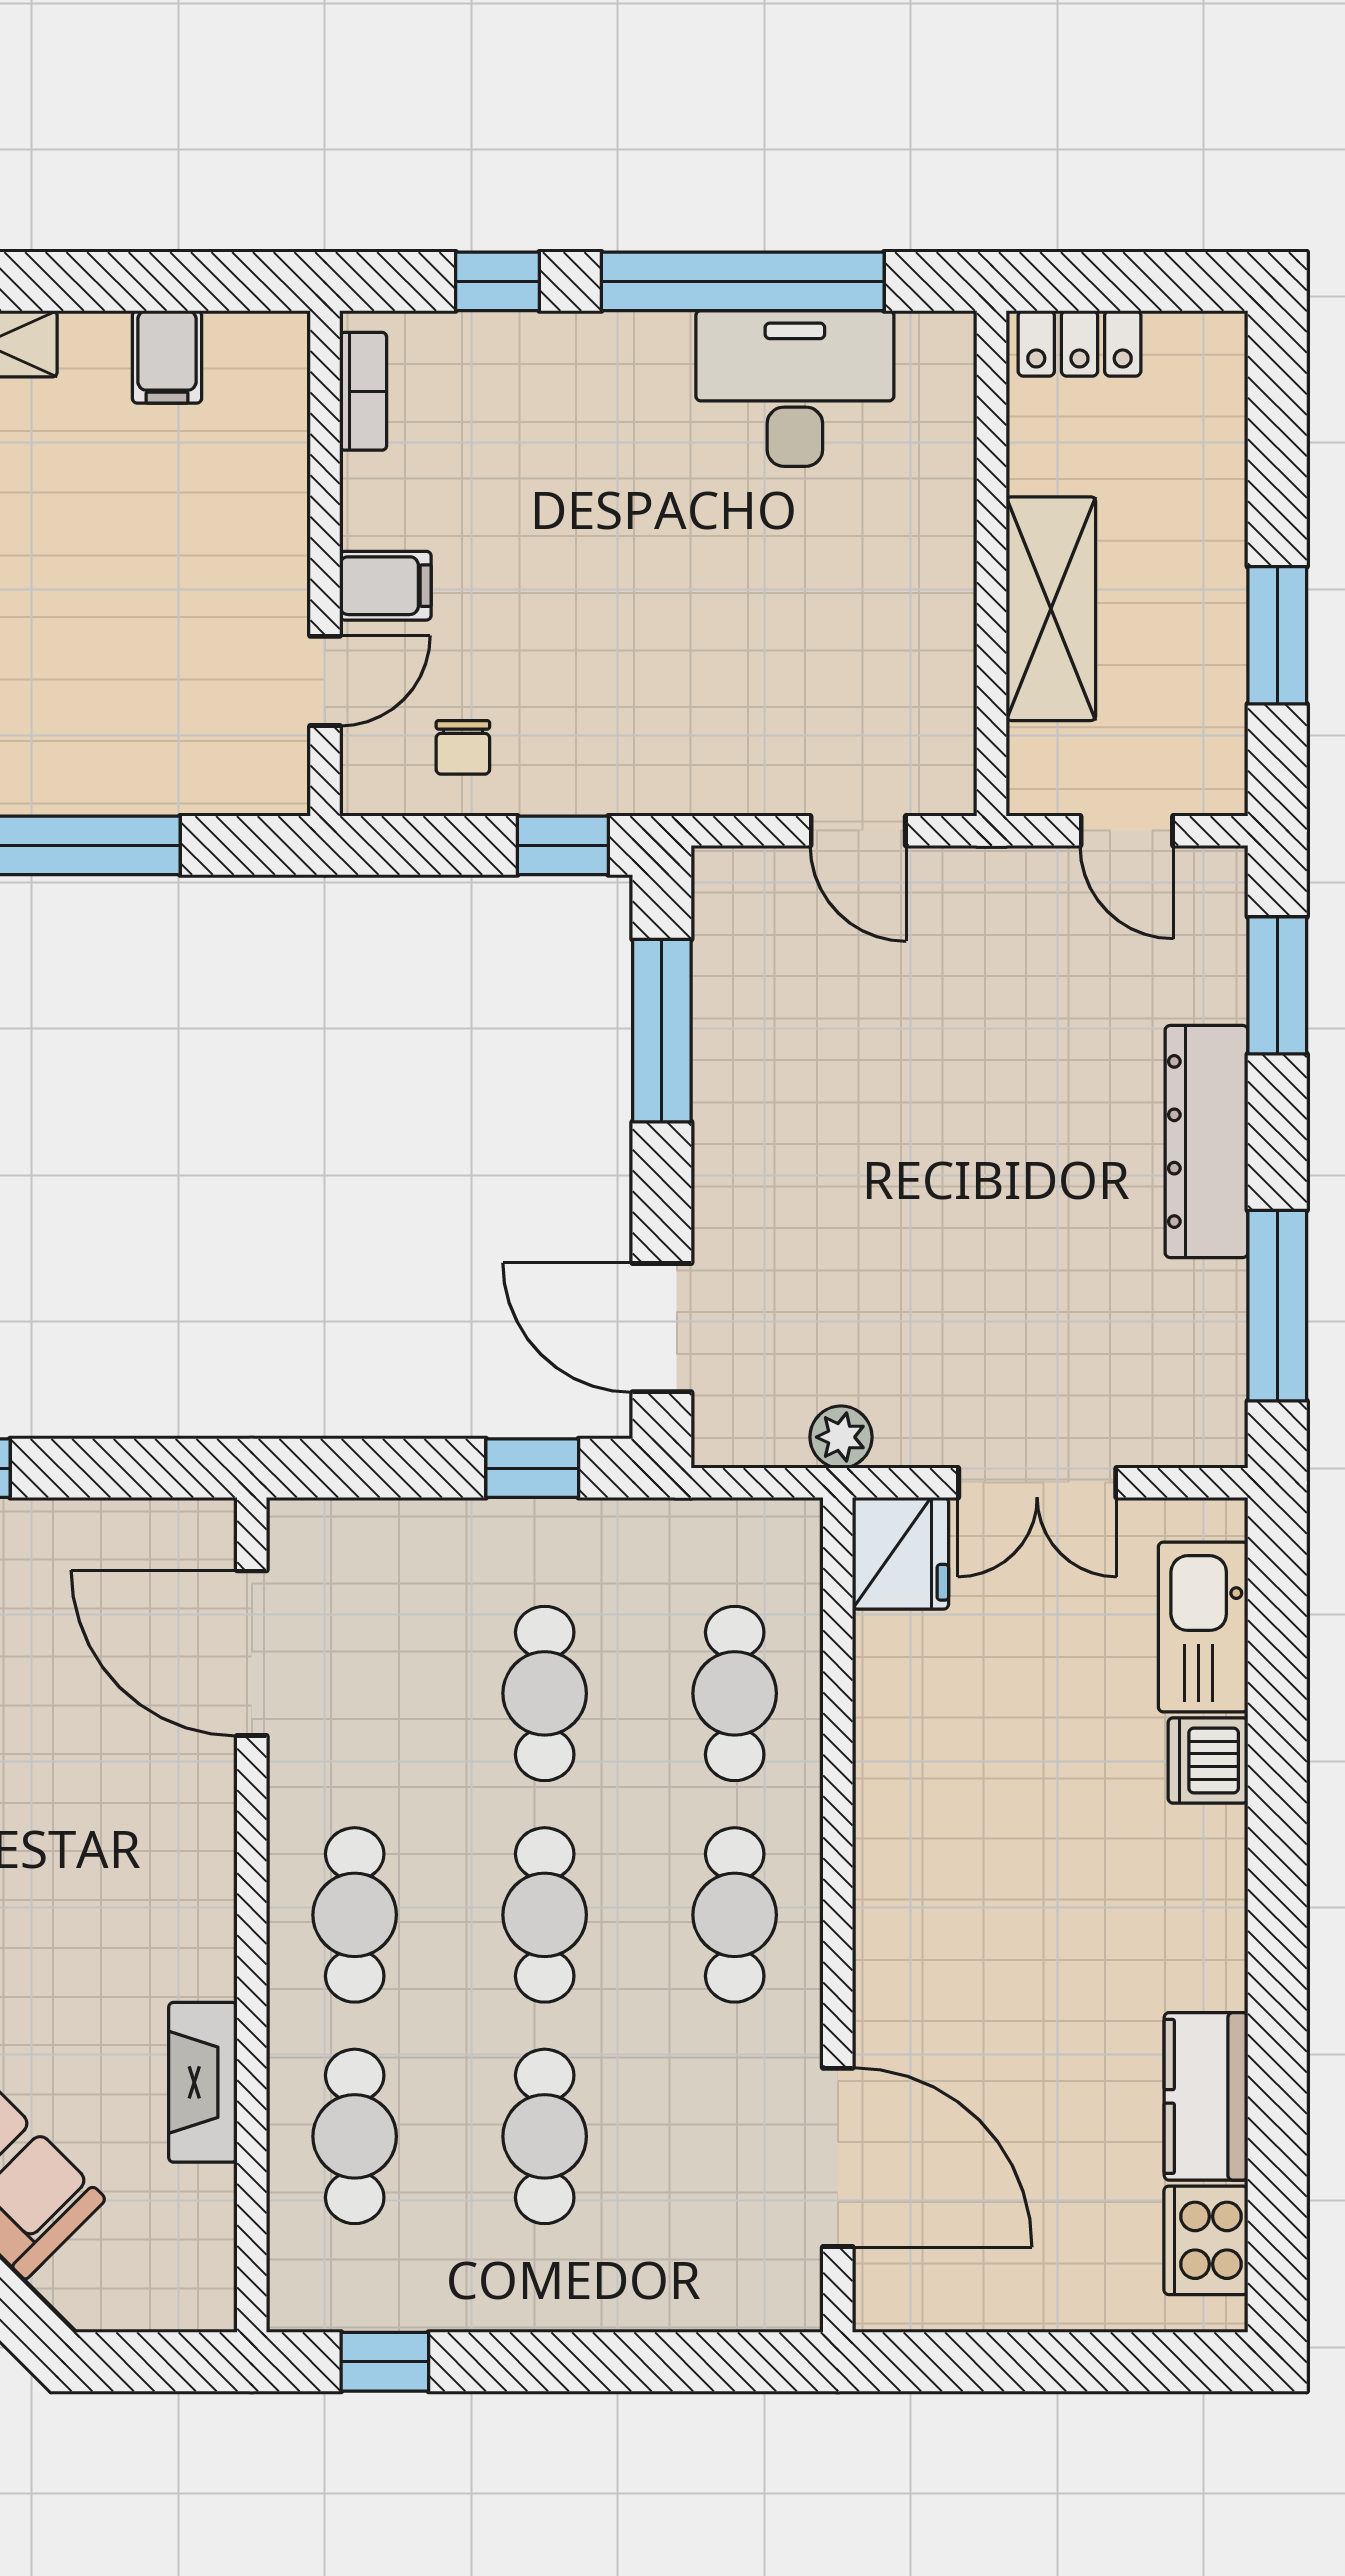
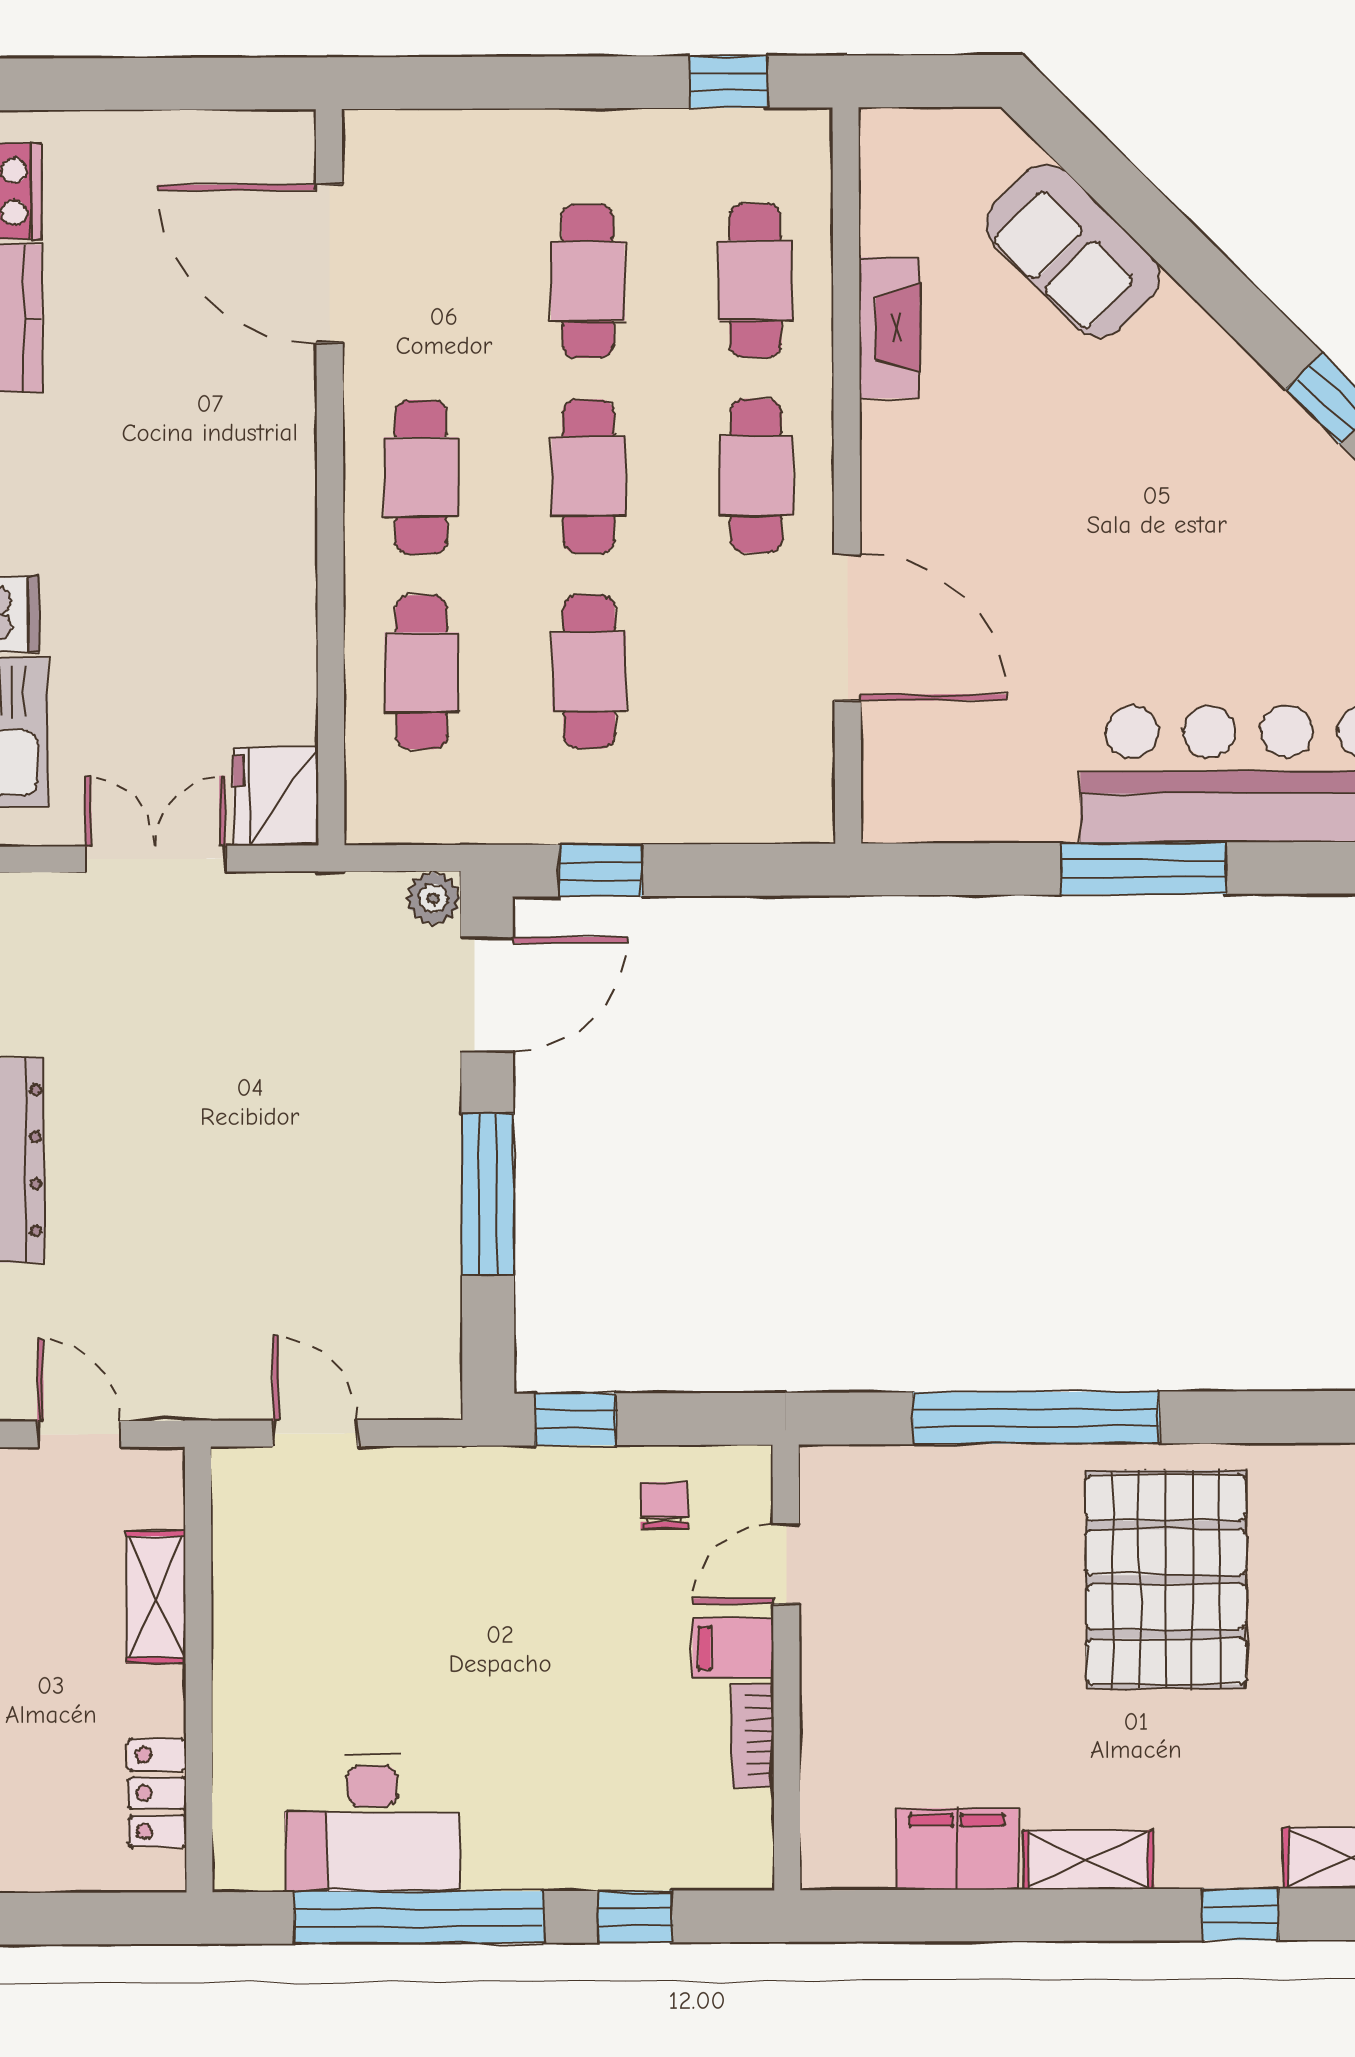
locker: (1079, 343) -> (157, 1793), moved, turned -90
filing cabinet: (167, 357) -> (957, 1849), width x2.00
bookcase: (363, 391) -> (753, 1735), moved
shelving: (1051, 609) -> (156, 1597), width x0.67, depth x0.75
window: (662, 1031) -> (488, 1194), moved
door: (662, 1328) -> (487, 995), hinge flipped
plant: (841, 1437) -> (433, 898), moved
door: (252, 1653) -> (847, 627), moved

